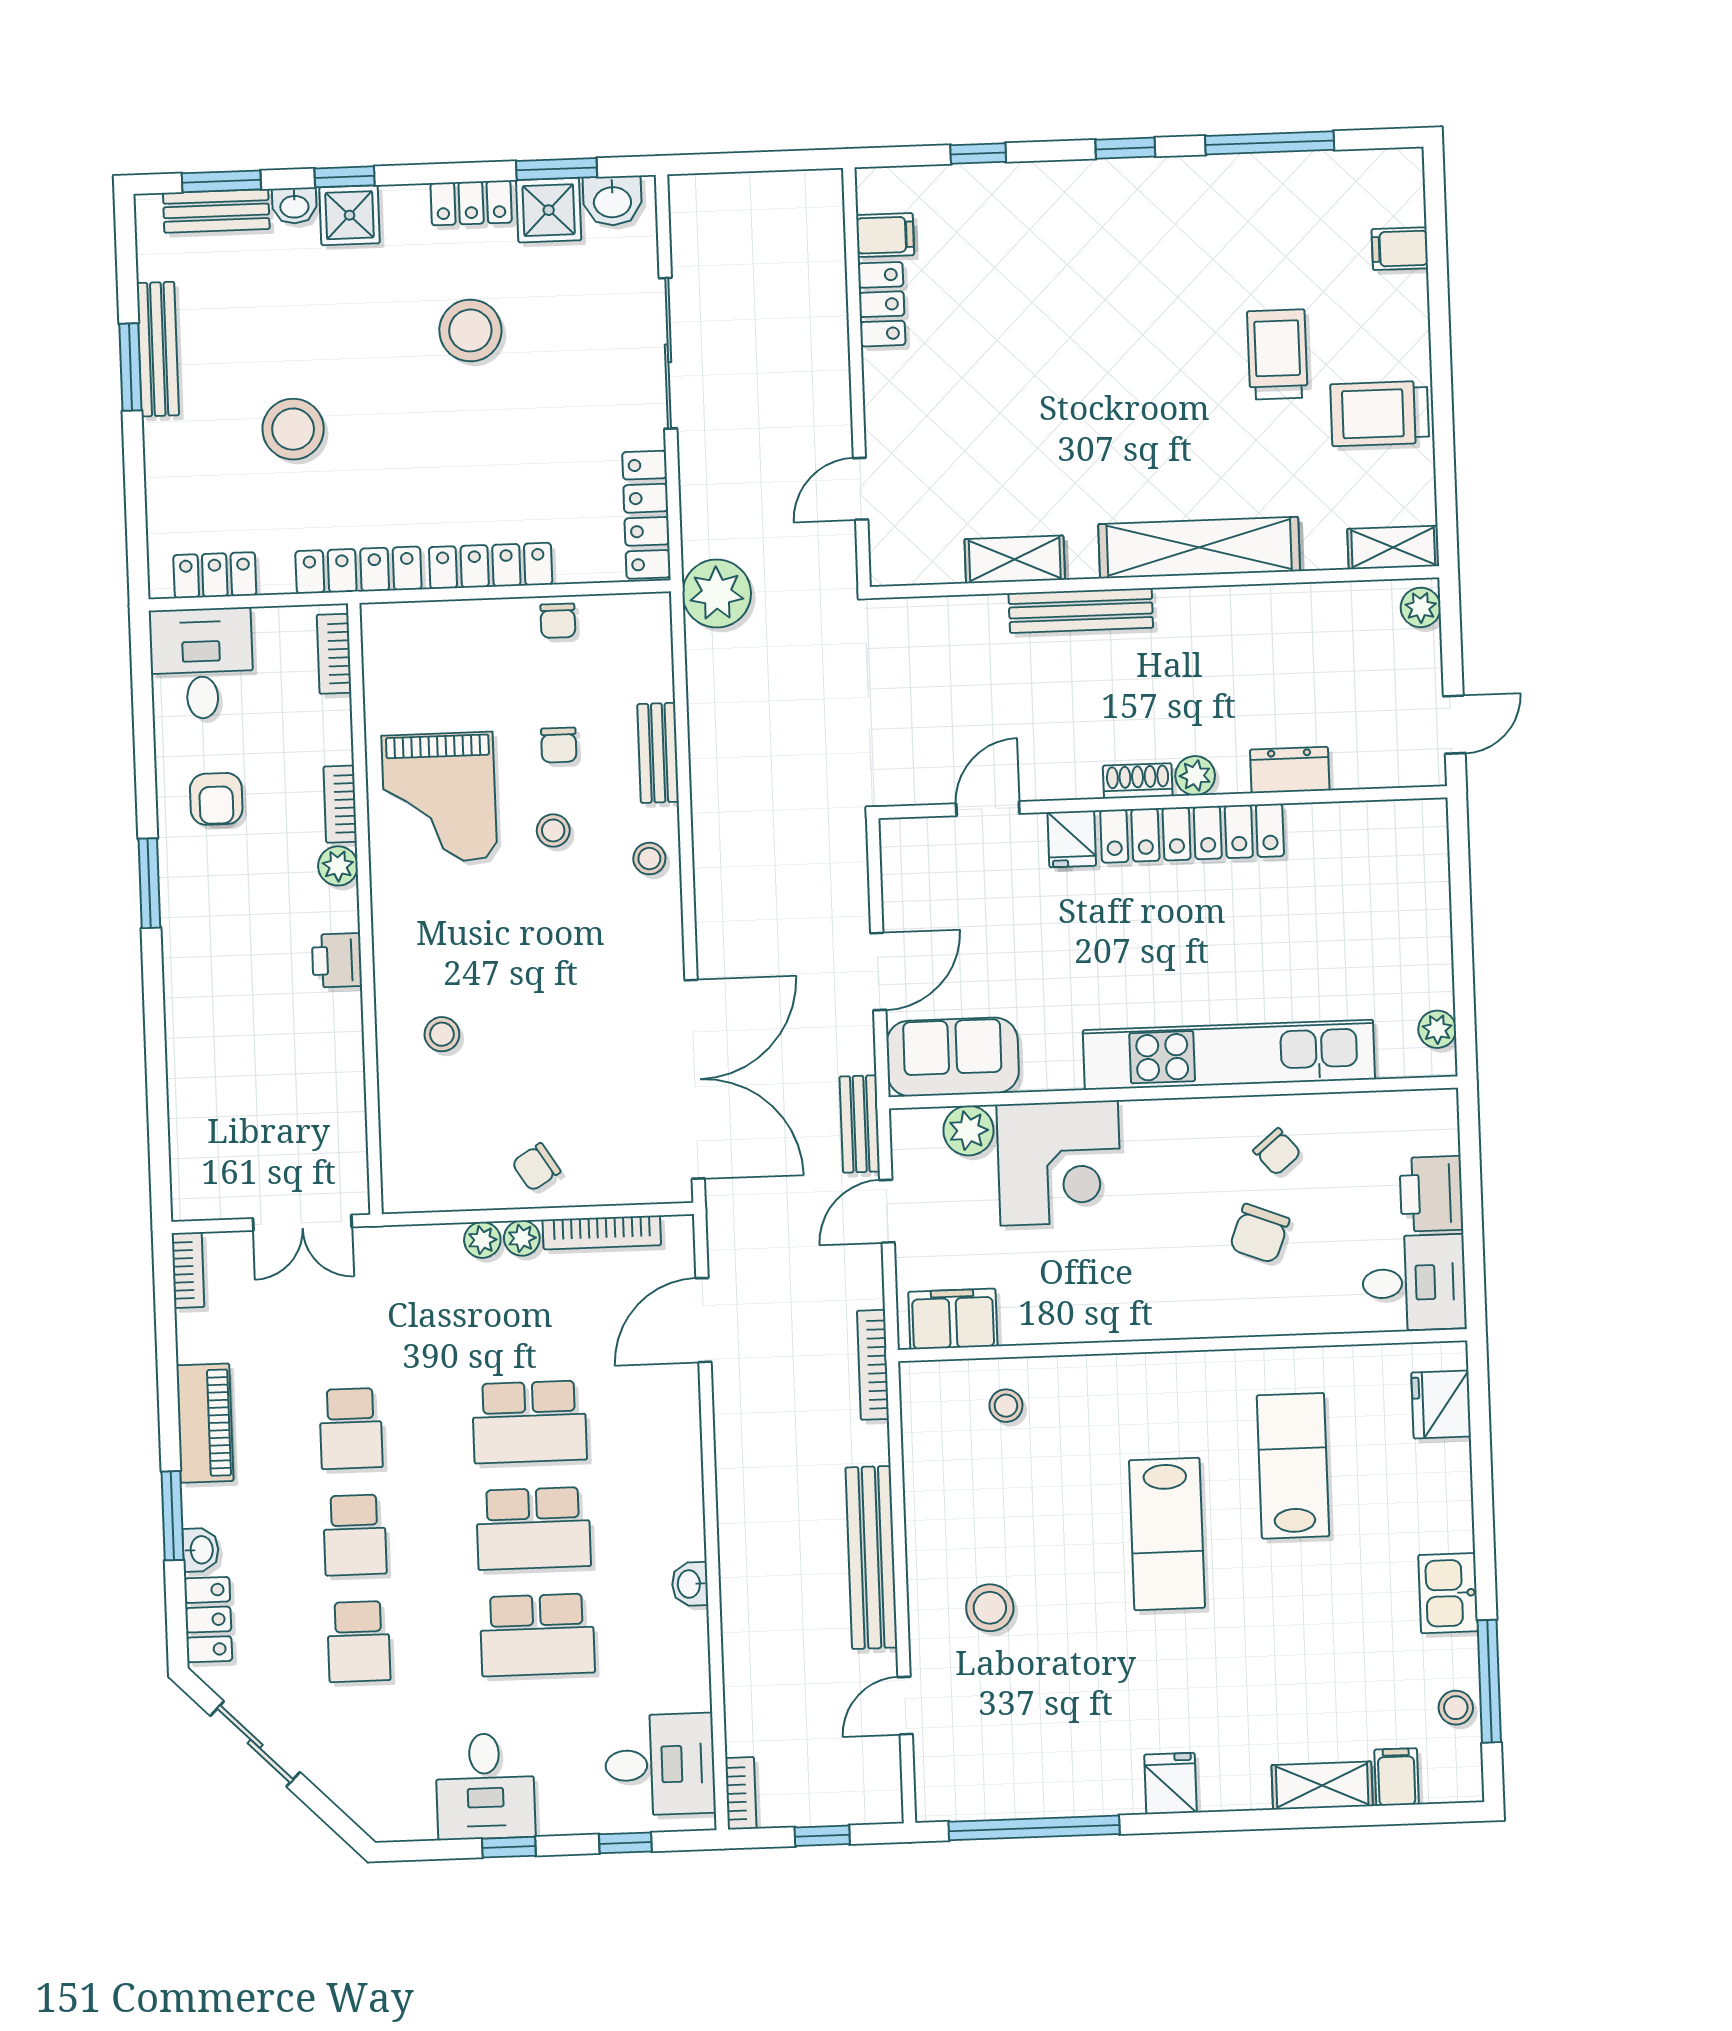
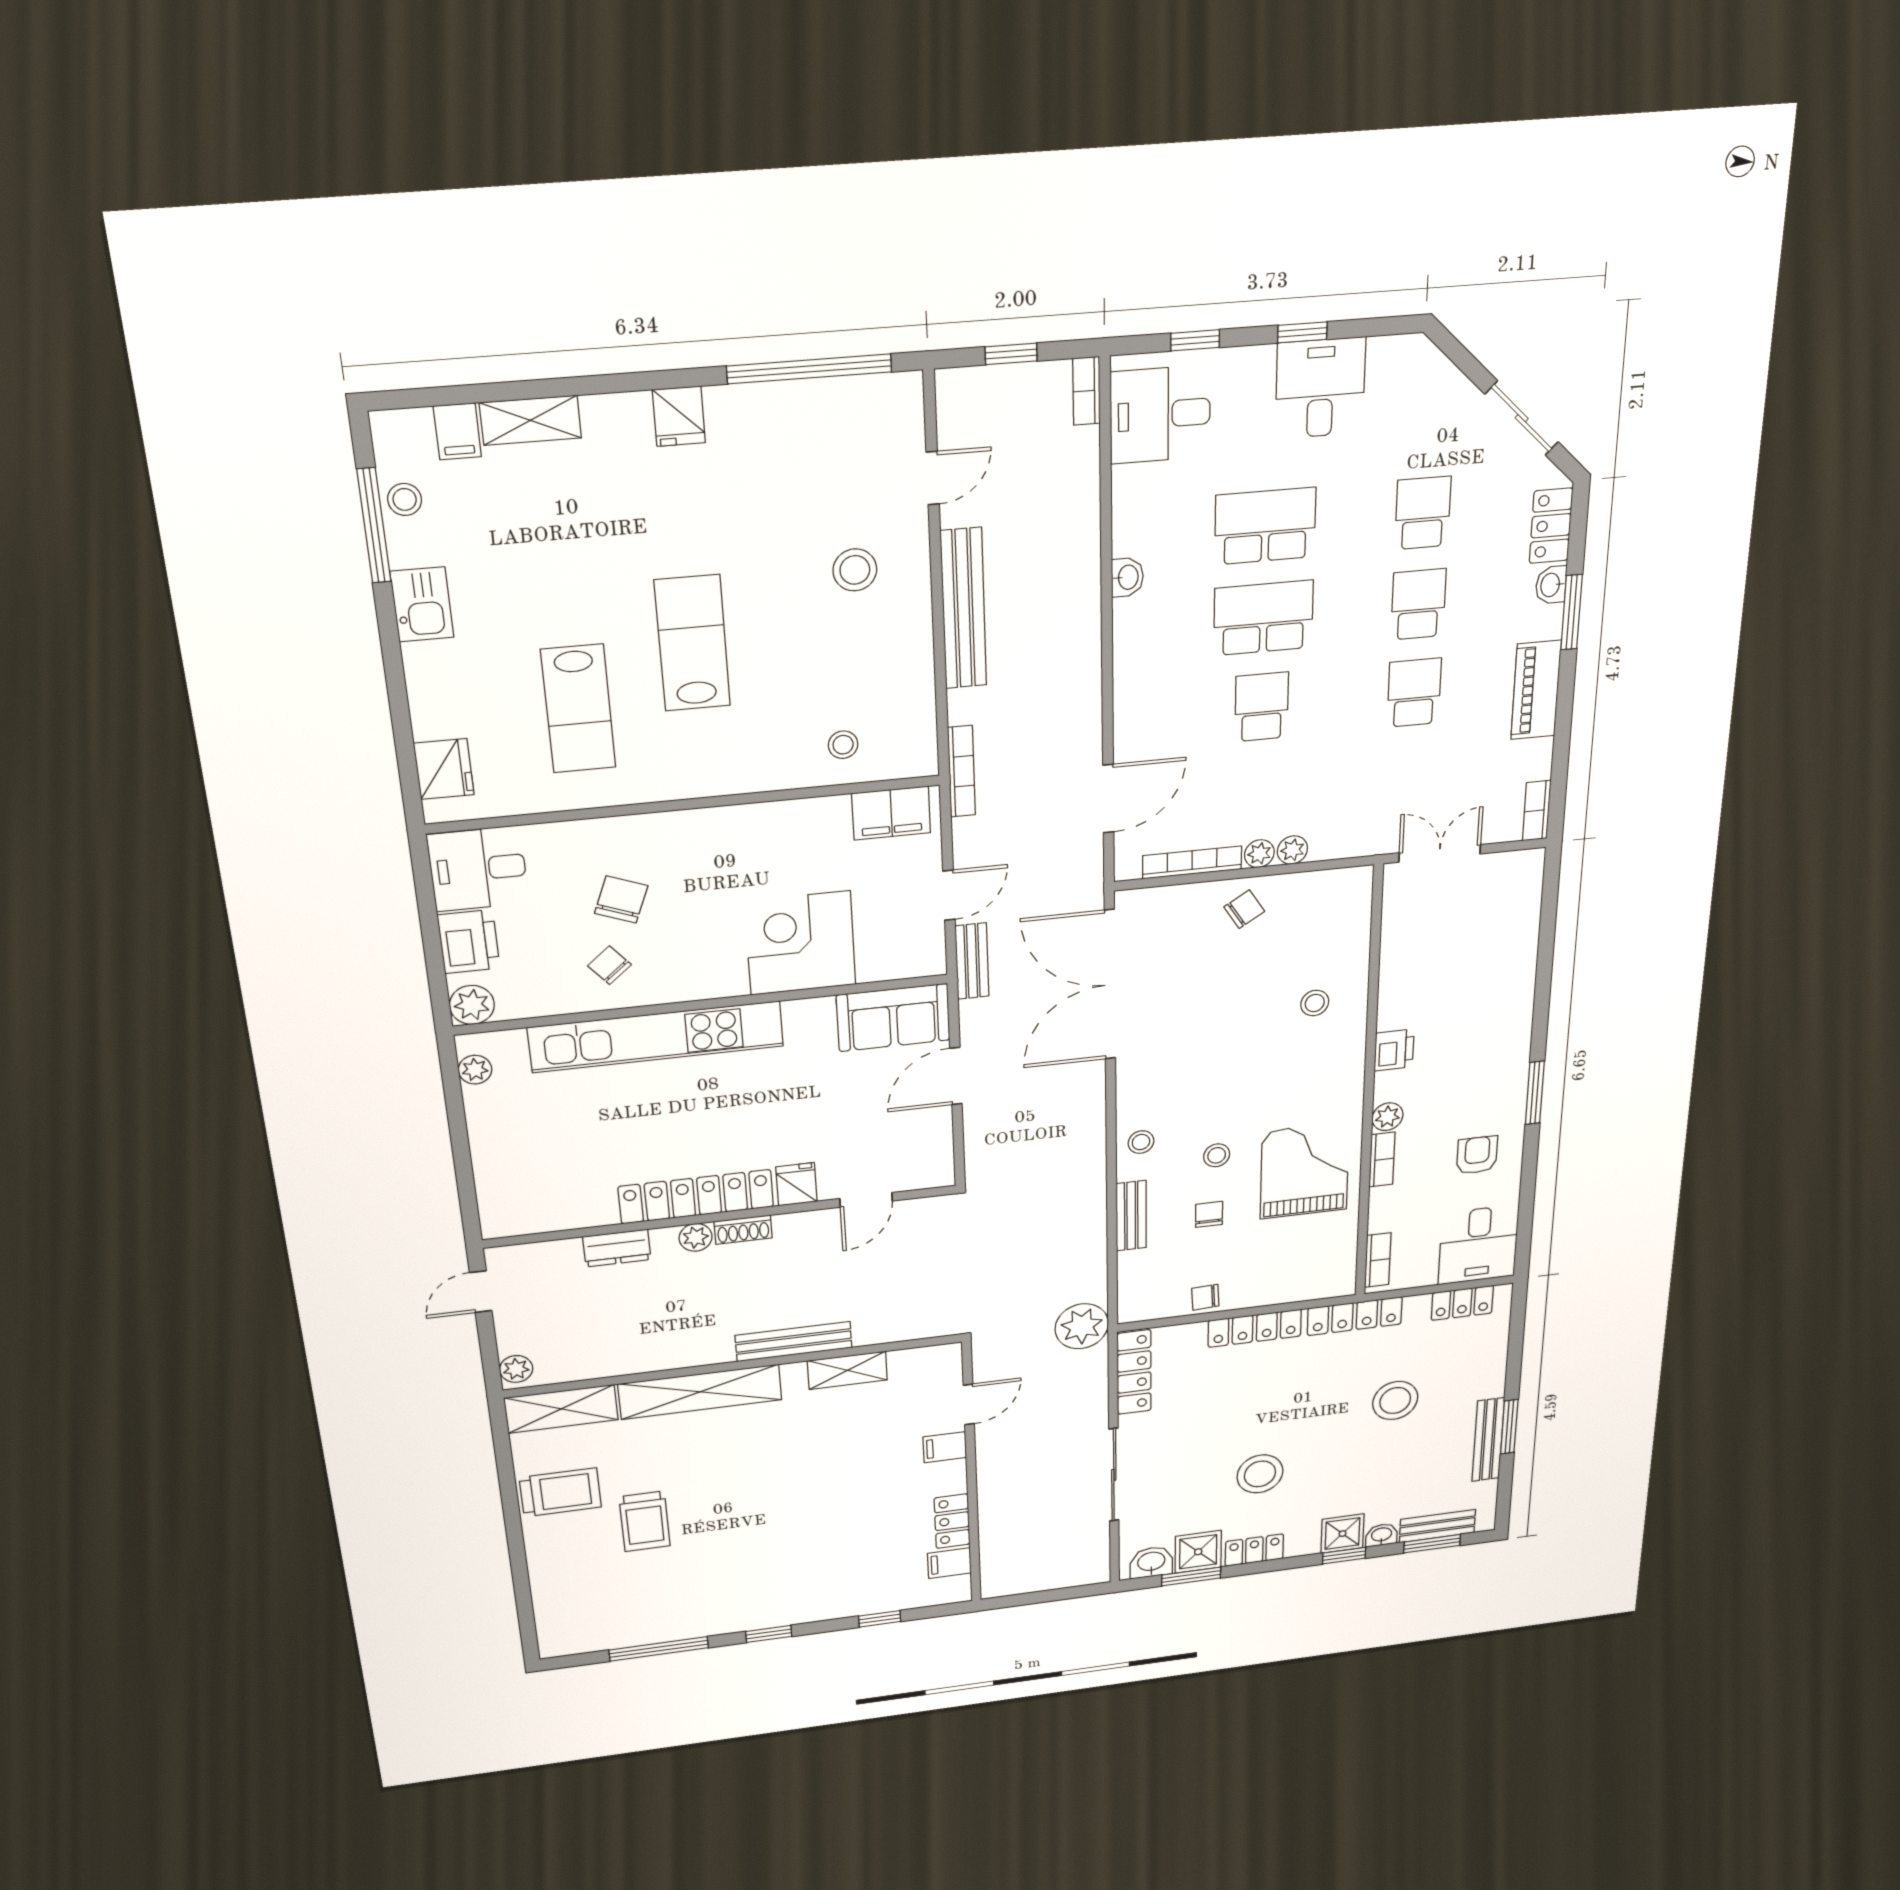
filing cabinet: (1400, 249) -> (945, 1447), moved, turned 180
shelving: (1393, 547) -> (561, 1409), width x1.50, depth x1.33
chair: (558, 621) -> (1205, 1297), turned -93
plant: (968, 1131) -> (472, 1005), moved
school desk: (529, 1422) -> (1262, 707), width x0.54

